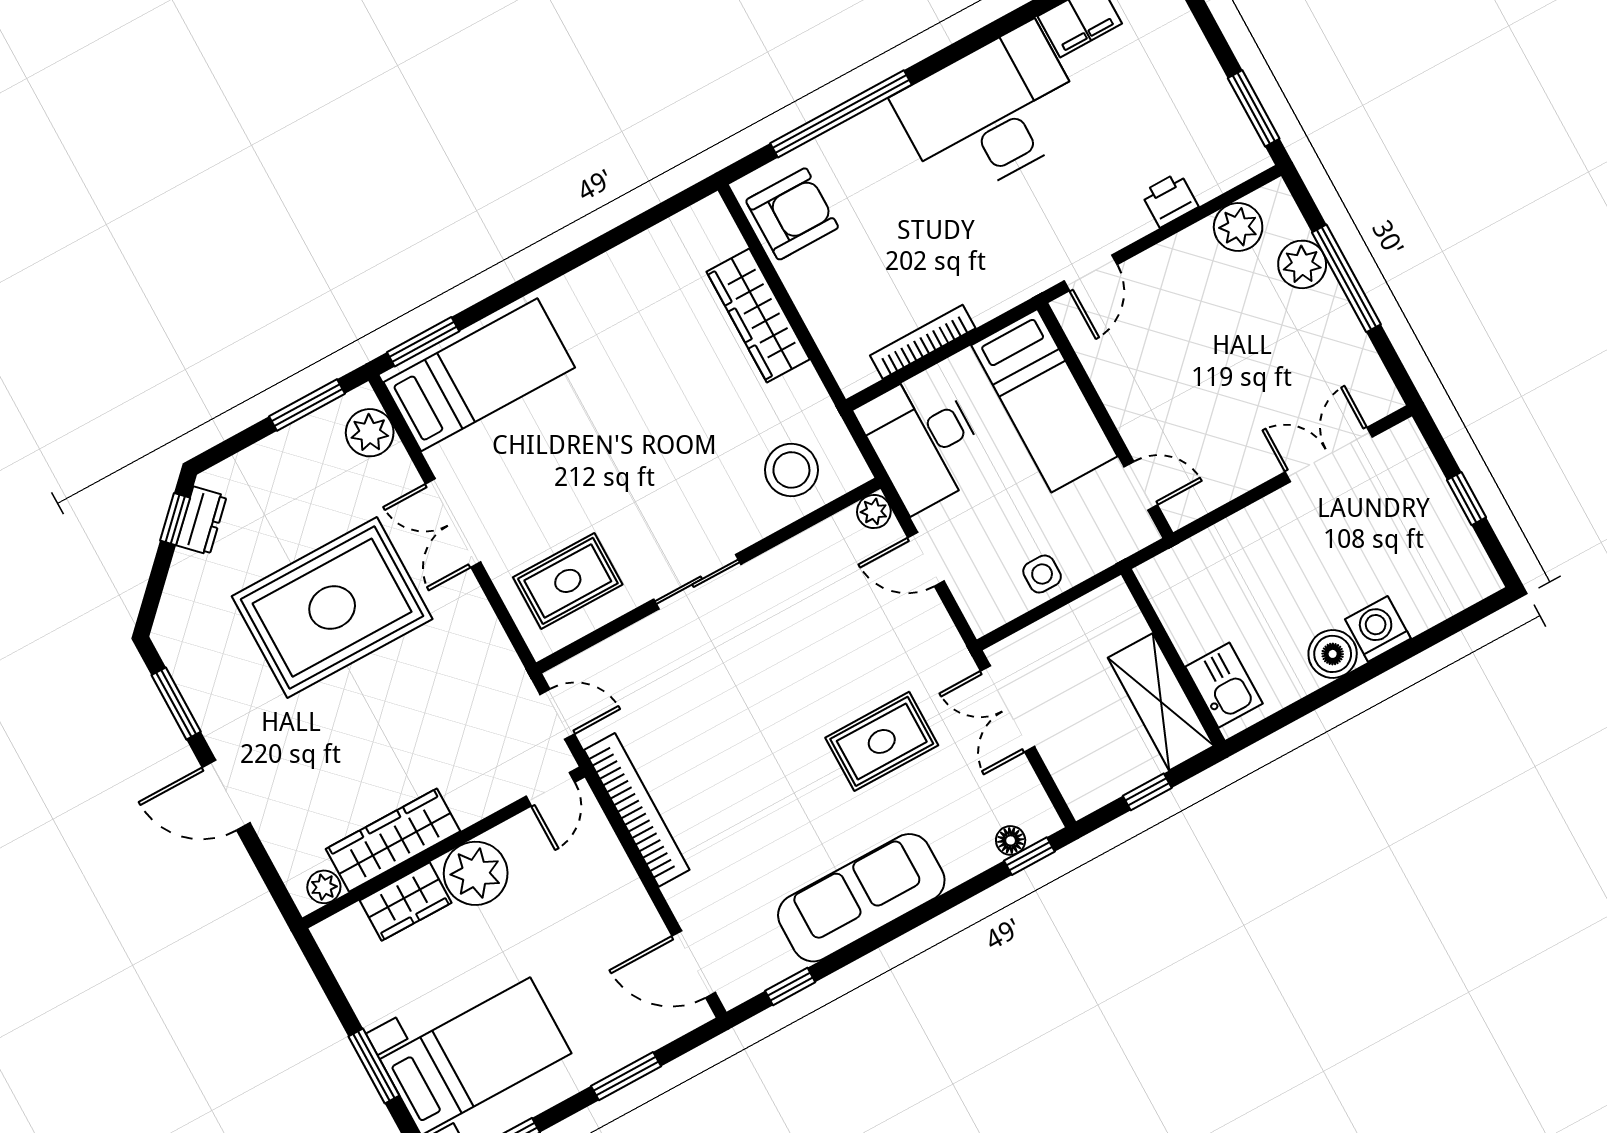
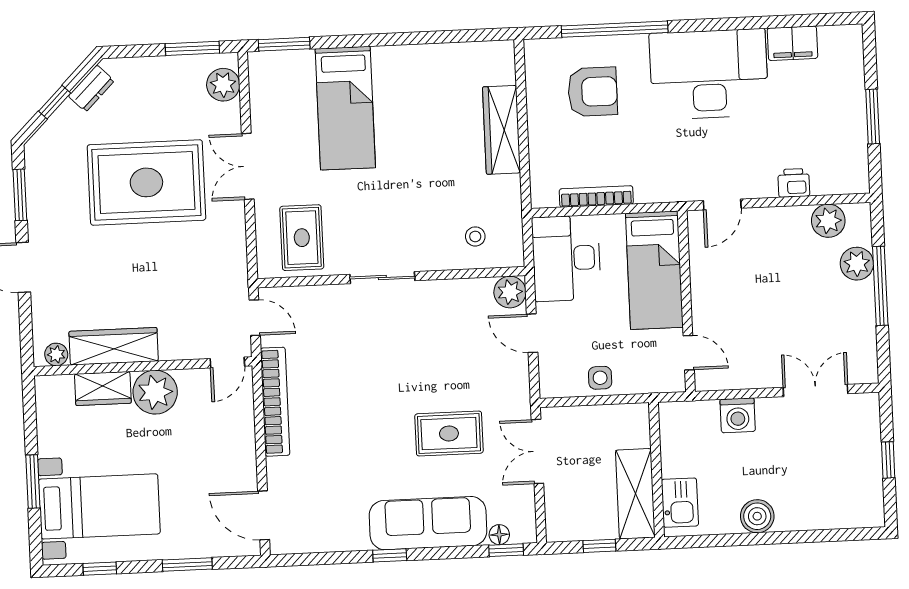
window: (1254, 108) -> (873, 117), moved
armchair: (792, 214) -> (593, 92), moved
bed: (479, 375) -> (345, 108), moved, turned 90
stool: (791, 470) -> (475, 236), width x0.53, depth x0.53
plant: (874, 512) -> (510, 292), width x1.38, depth x1.38
window: (175, 519) -> (55, 102), moved
rug: (568, 581) -> (302, 238), turned 90
washing machine: (1378, 629) -> (738, 415), moved, turned 180
sofa: (861, 898) -> (428, 523), moved
window: (790, 987) -> (390, 555), moved

